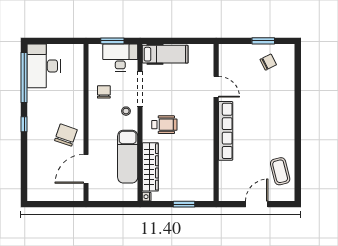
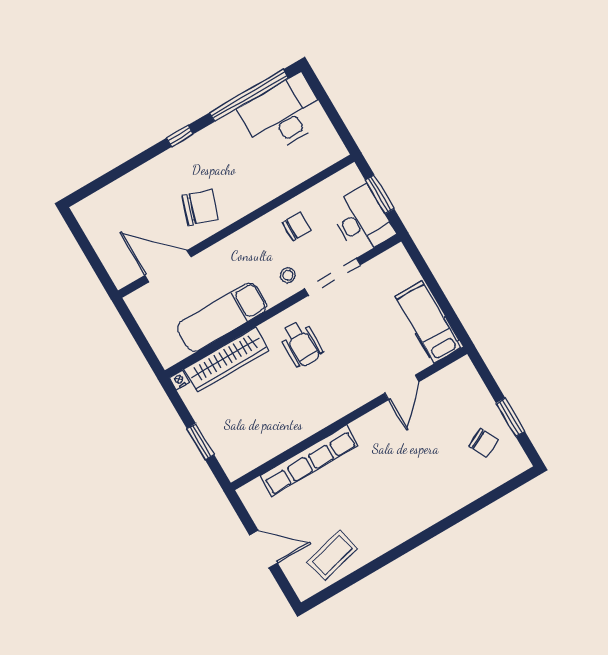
hospital bed: (165, 54) -> (428, 322), moved, turned 180
row of seats: (226, 131) -> (309, 461), moved

